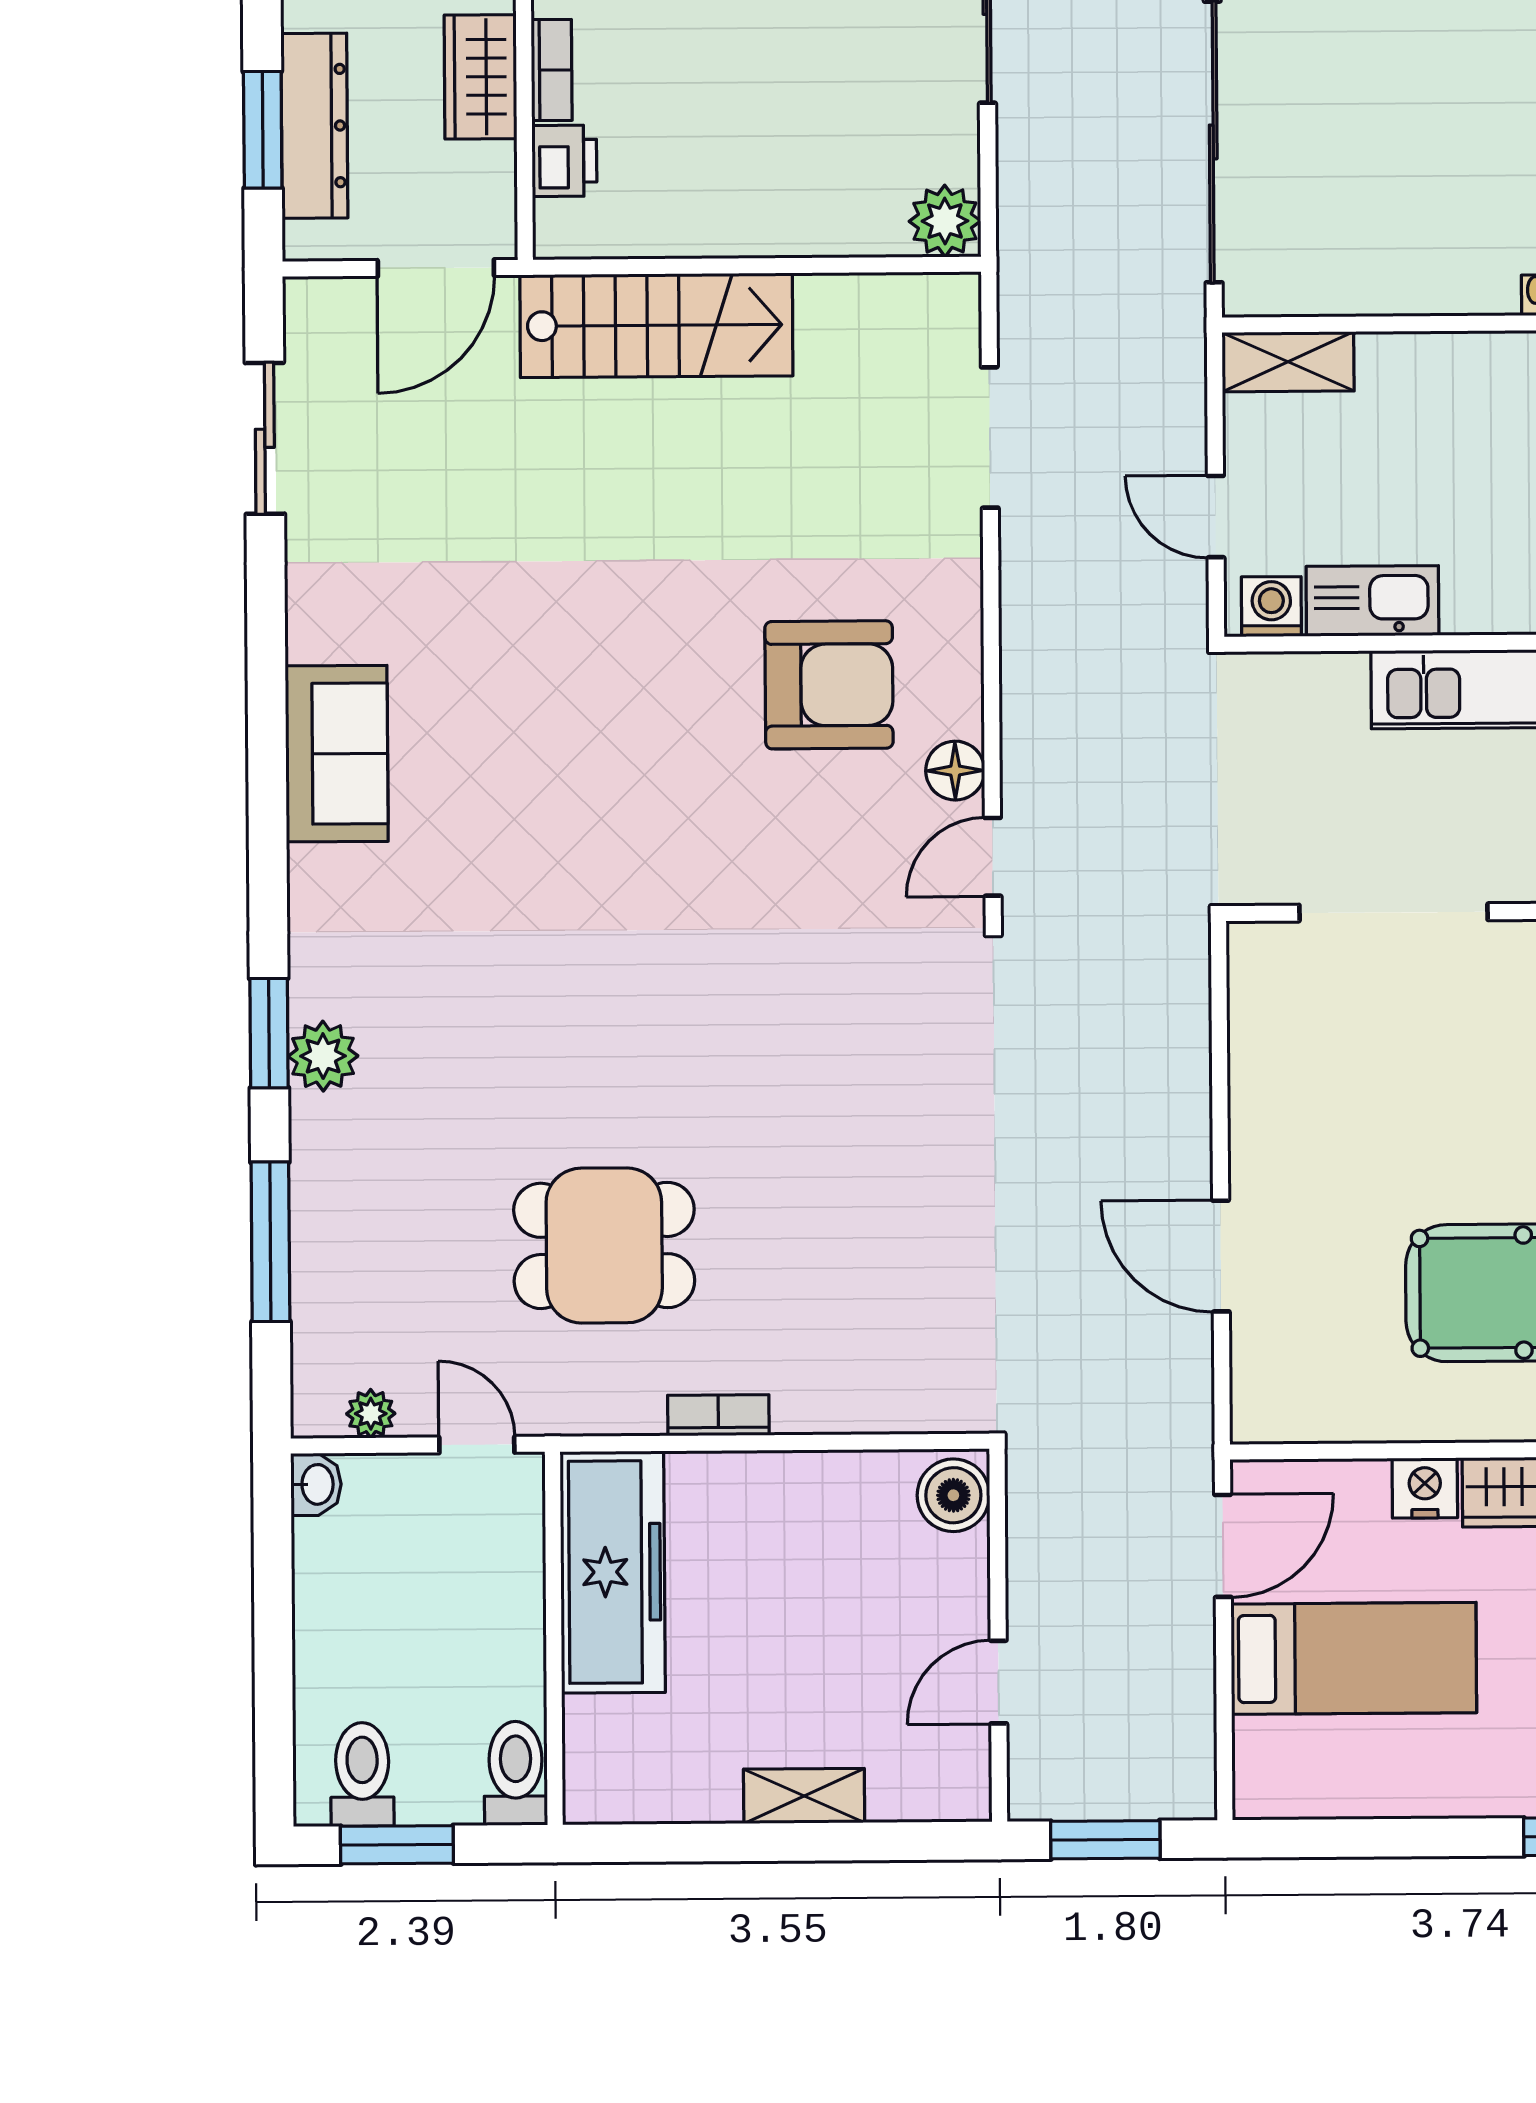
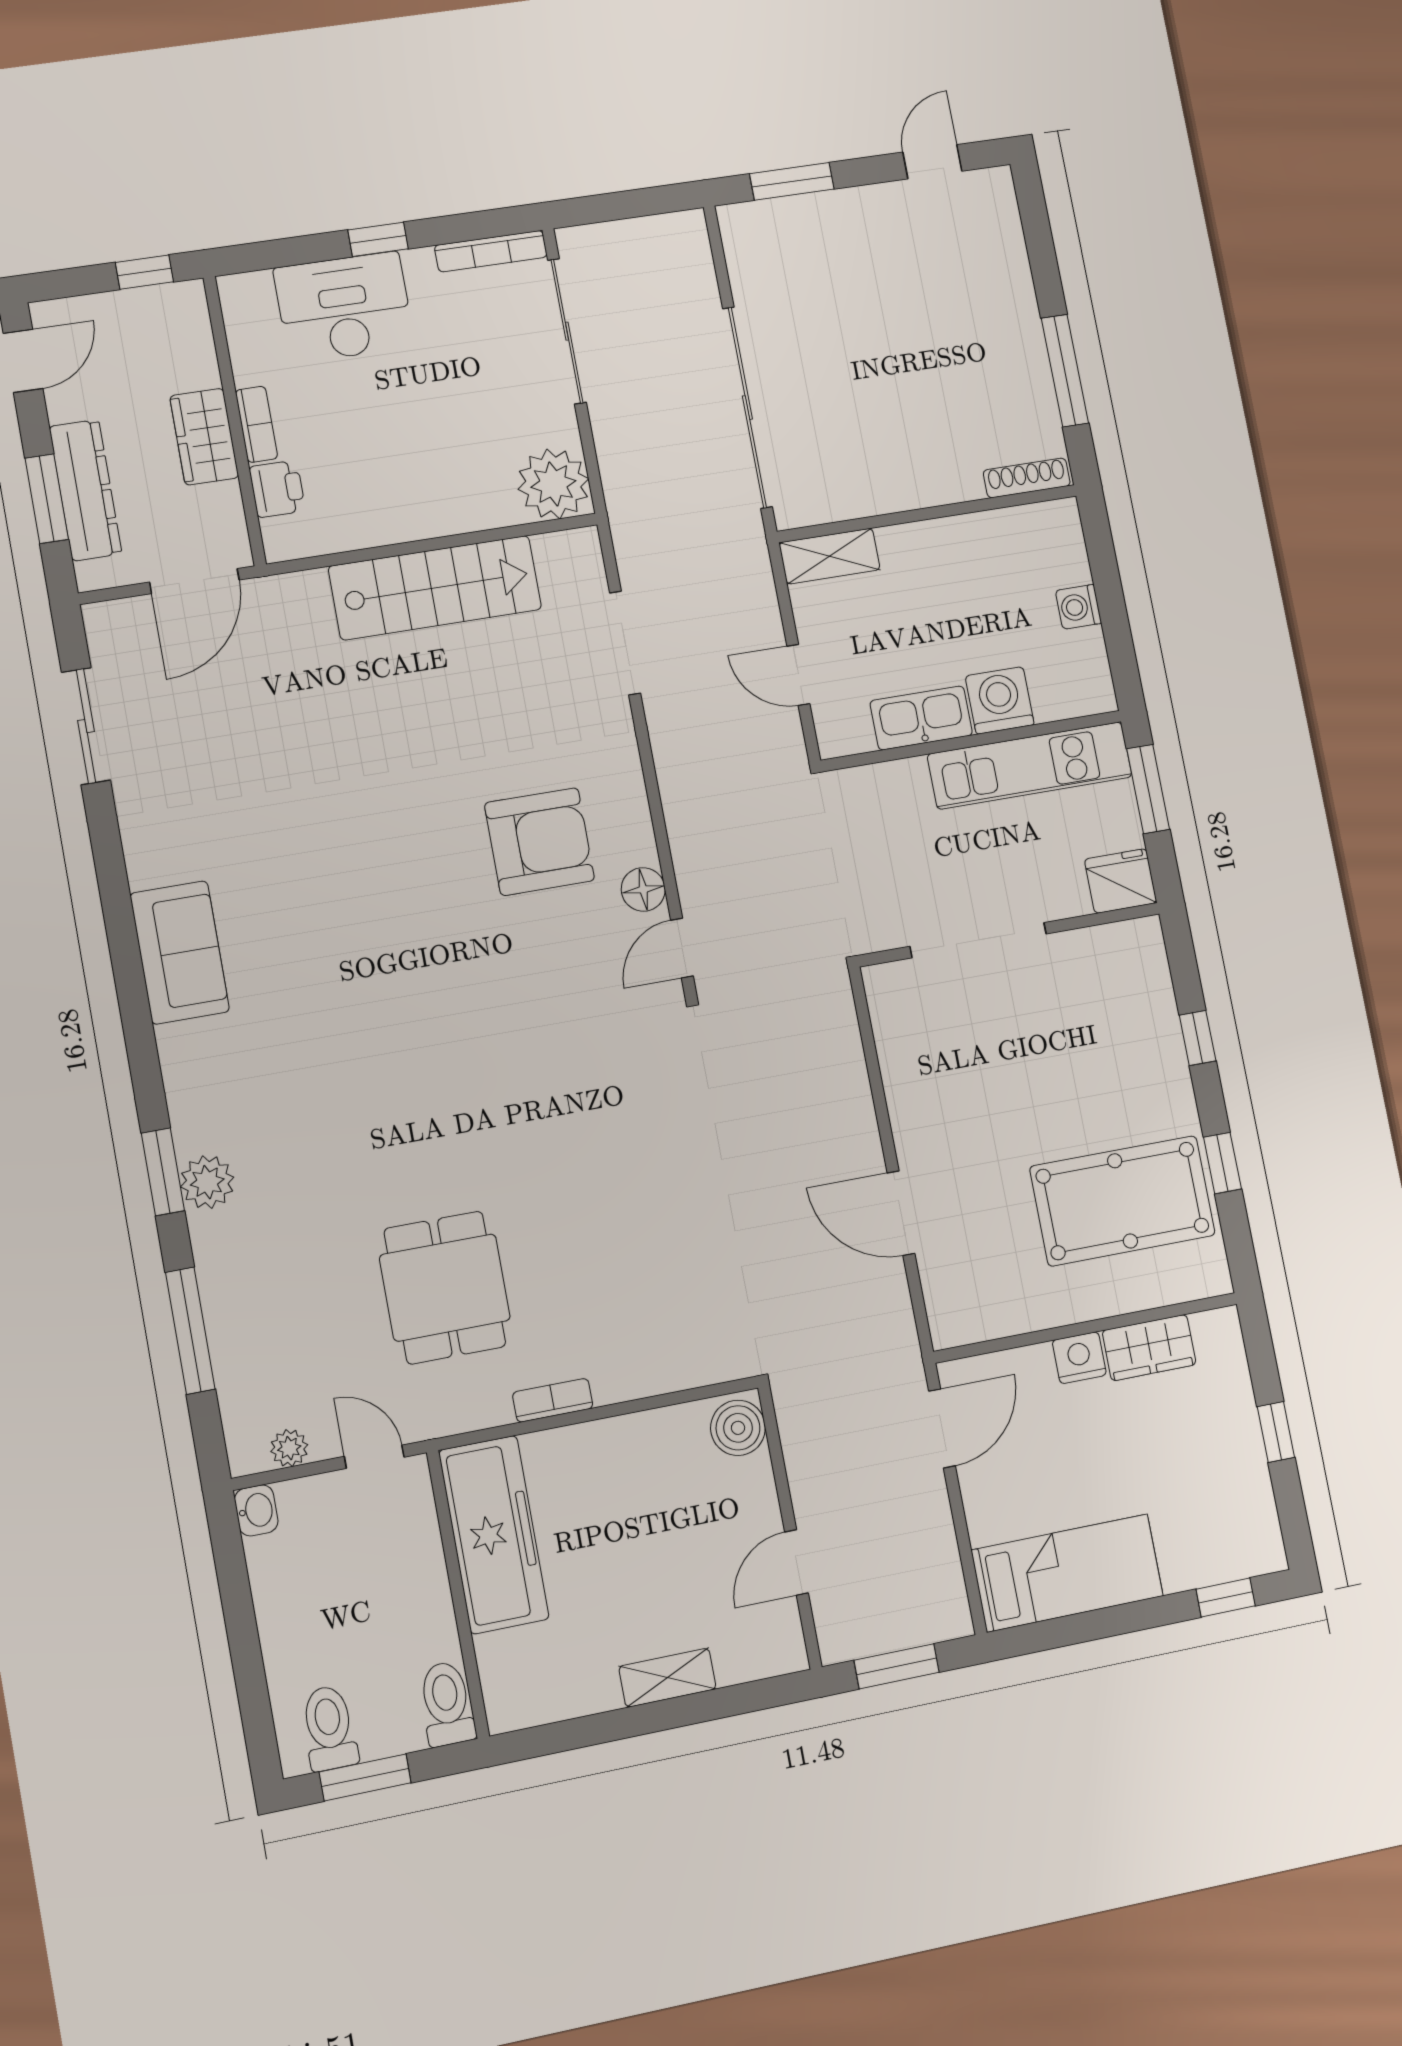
plant: (945, 221) -> (553, 484), width x1.36, depth x1.36
stairs: (656, 325) -> (435, 588), moved
washing machine: (1271, 607) -> (1000, 700), moved, width x1.38, depth x1.38
dining table: (604, 1245) -> (445, 1288), turned 90
bed: (1354, 1658) -> (1067, 1573), moved

